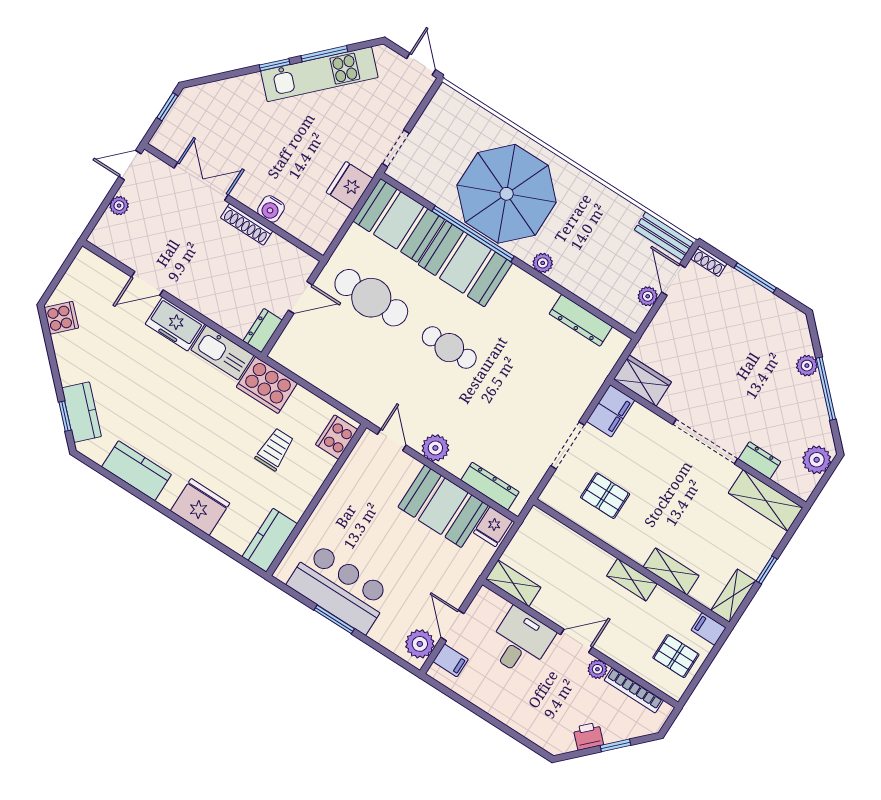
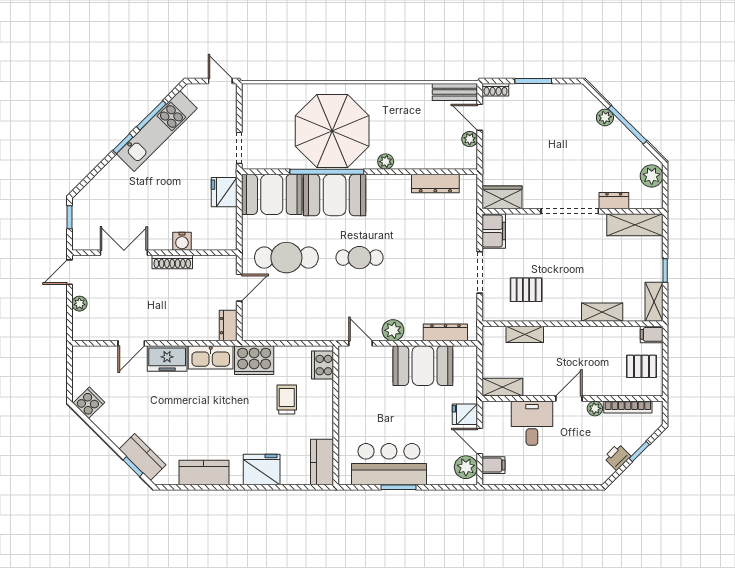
fridge: (493, 527) -> (465, 414), moved, turned 90
shelving: (632, 580) -> (525, 334), moved

